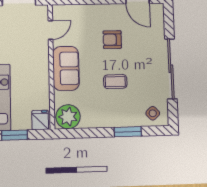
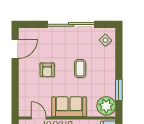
window: (128, 132) -> (119, 90), moved

